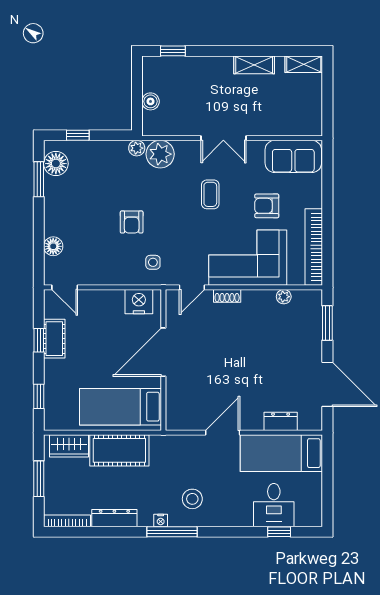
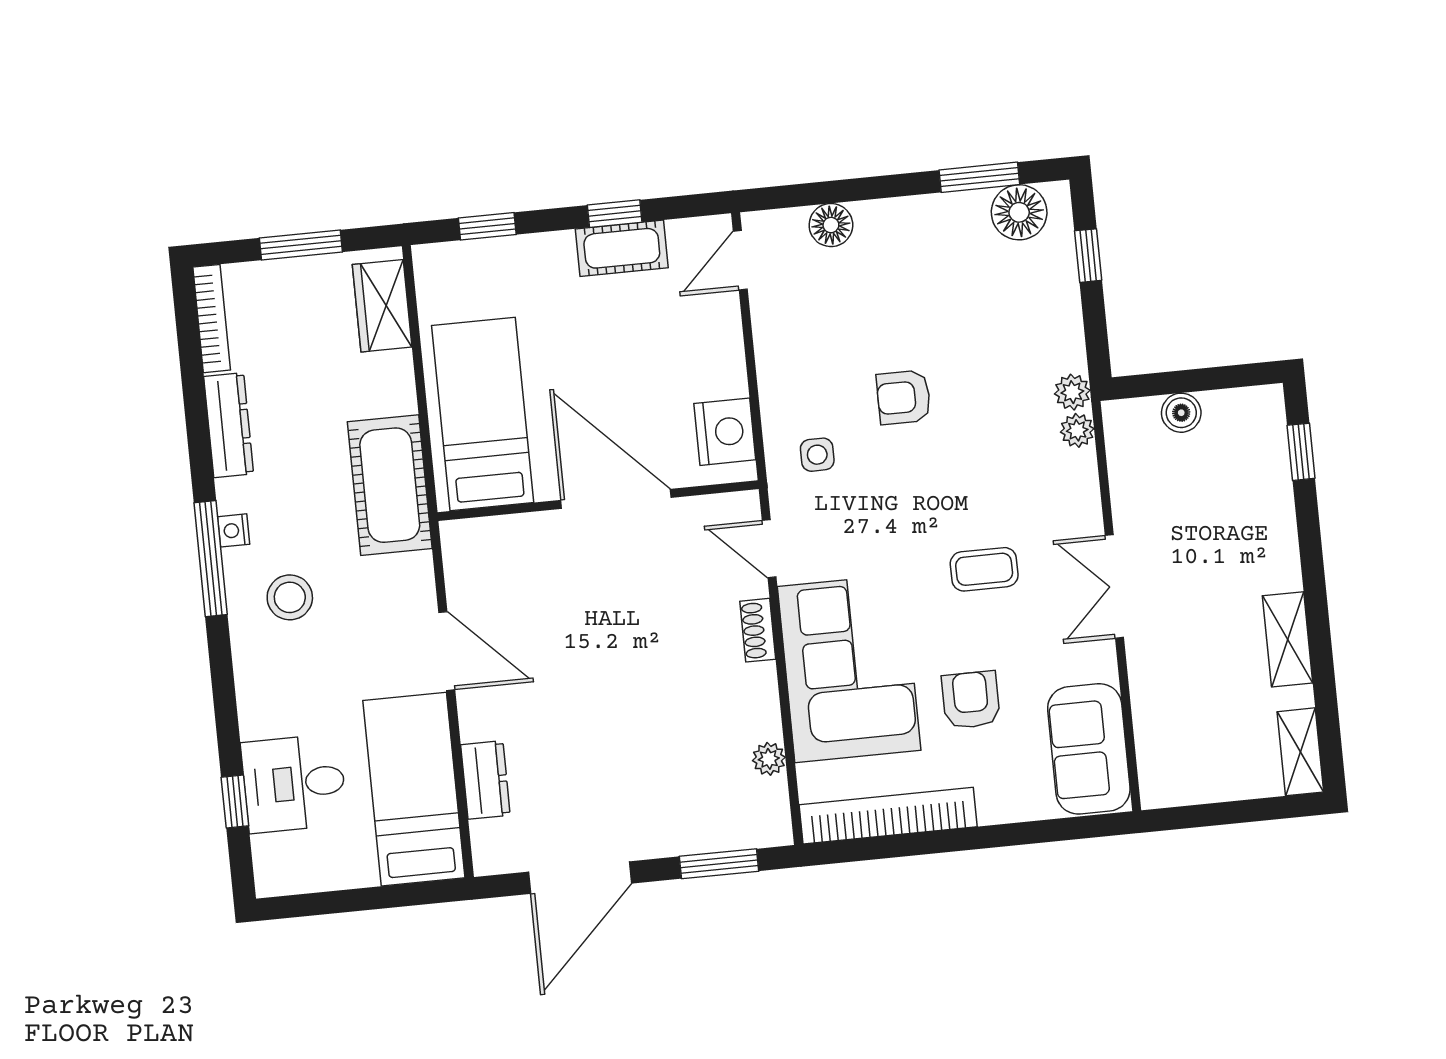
plant: (160, 154) -> (1077, 430), width x0.53, depth x0.53
cot: (119, 450) -> (390, 485), moved

